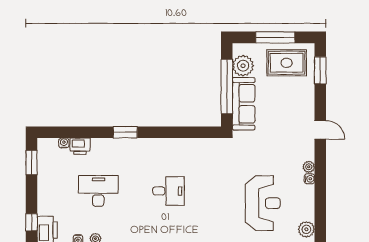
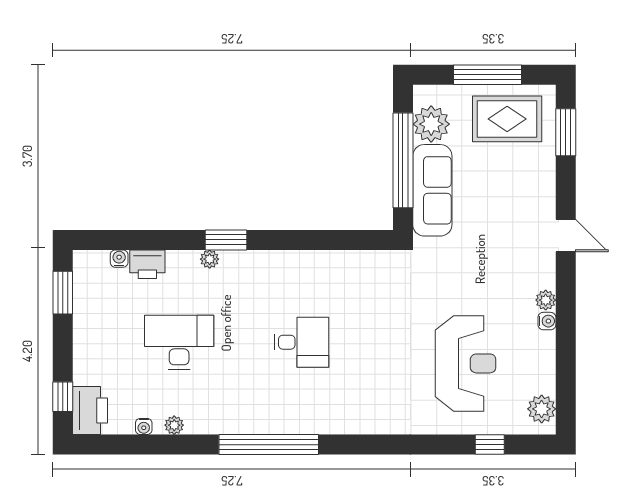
plant: (116, 143) -> (210, 259), added

